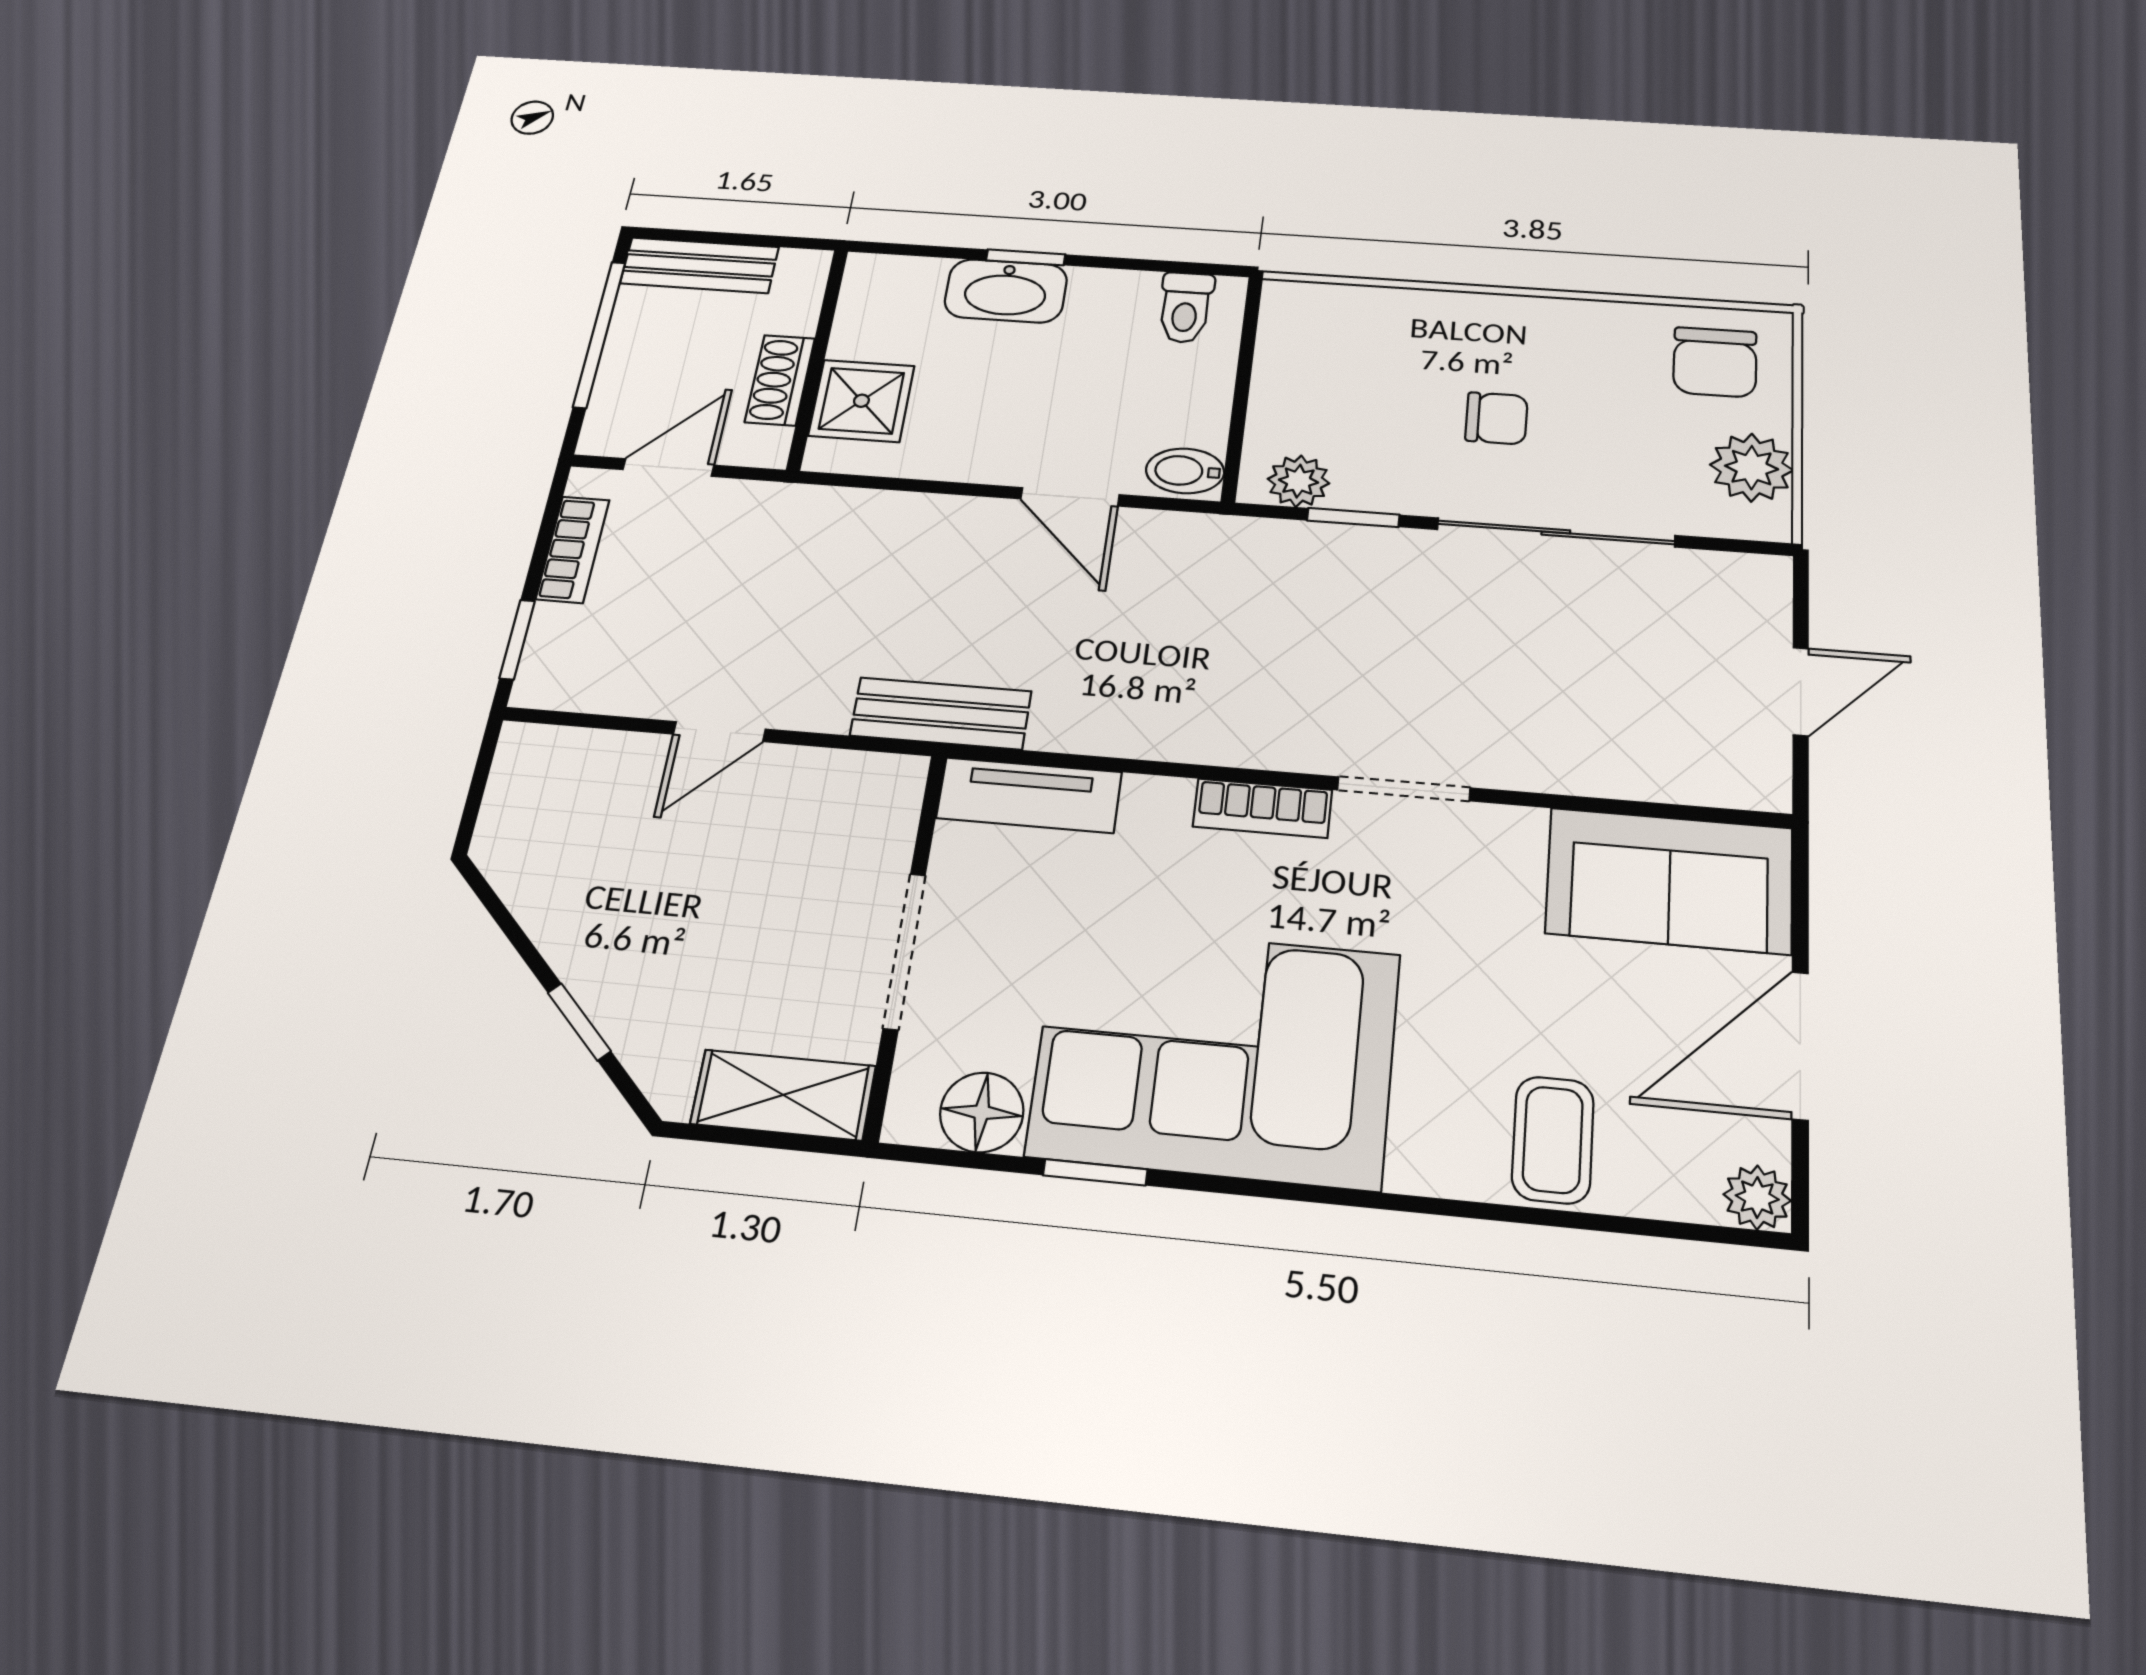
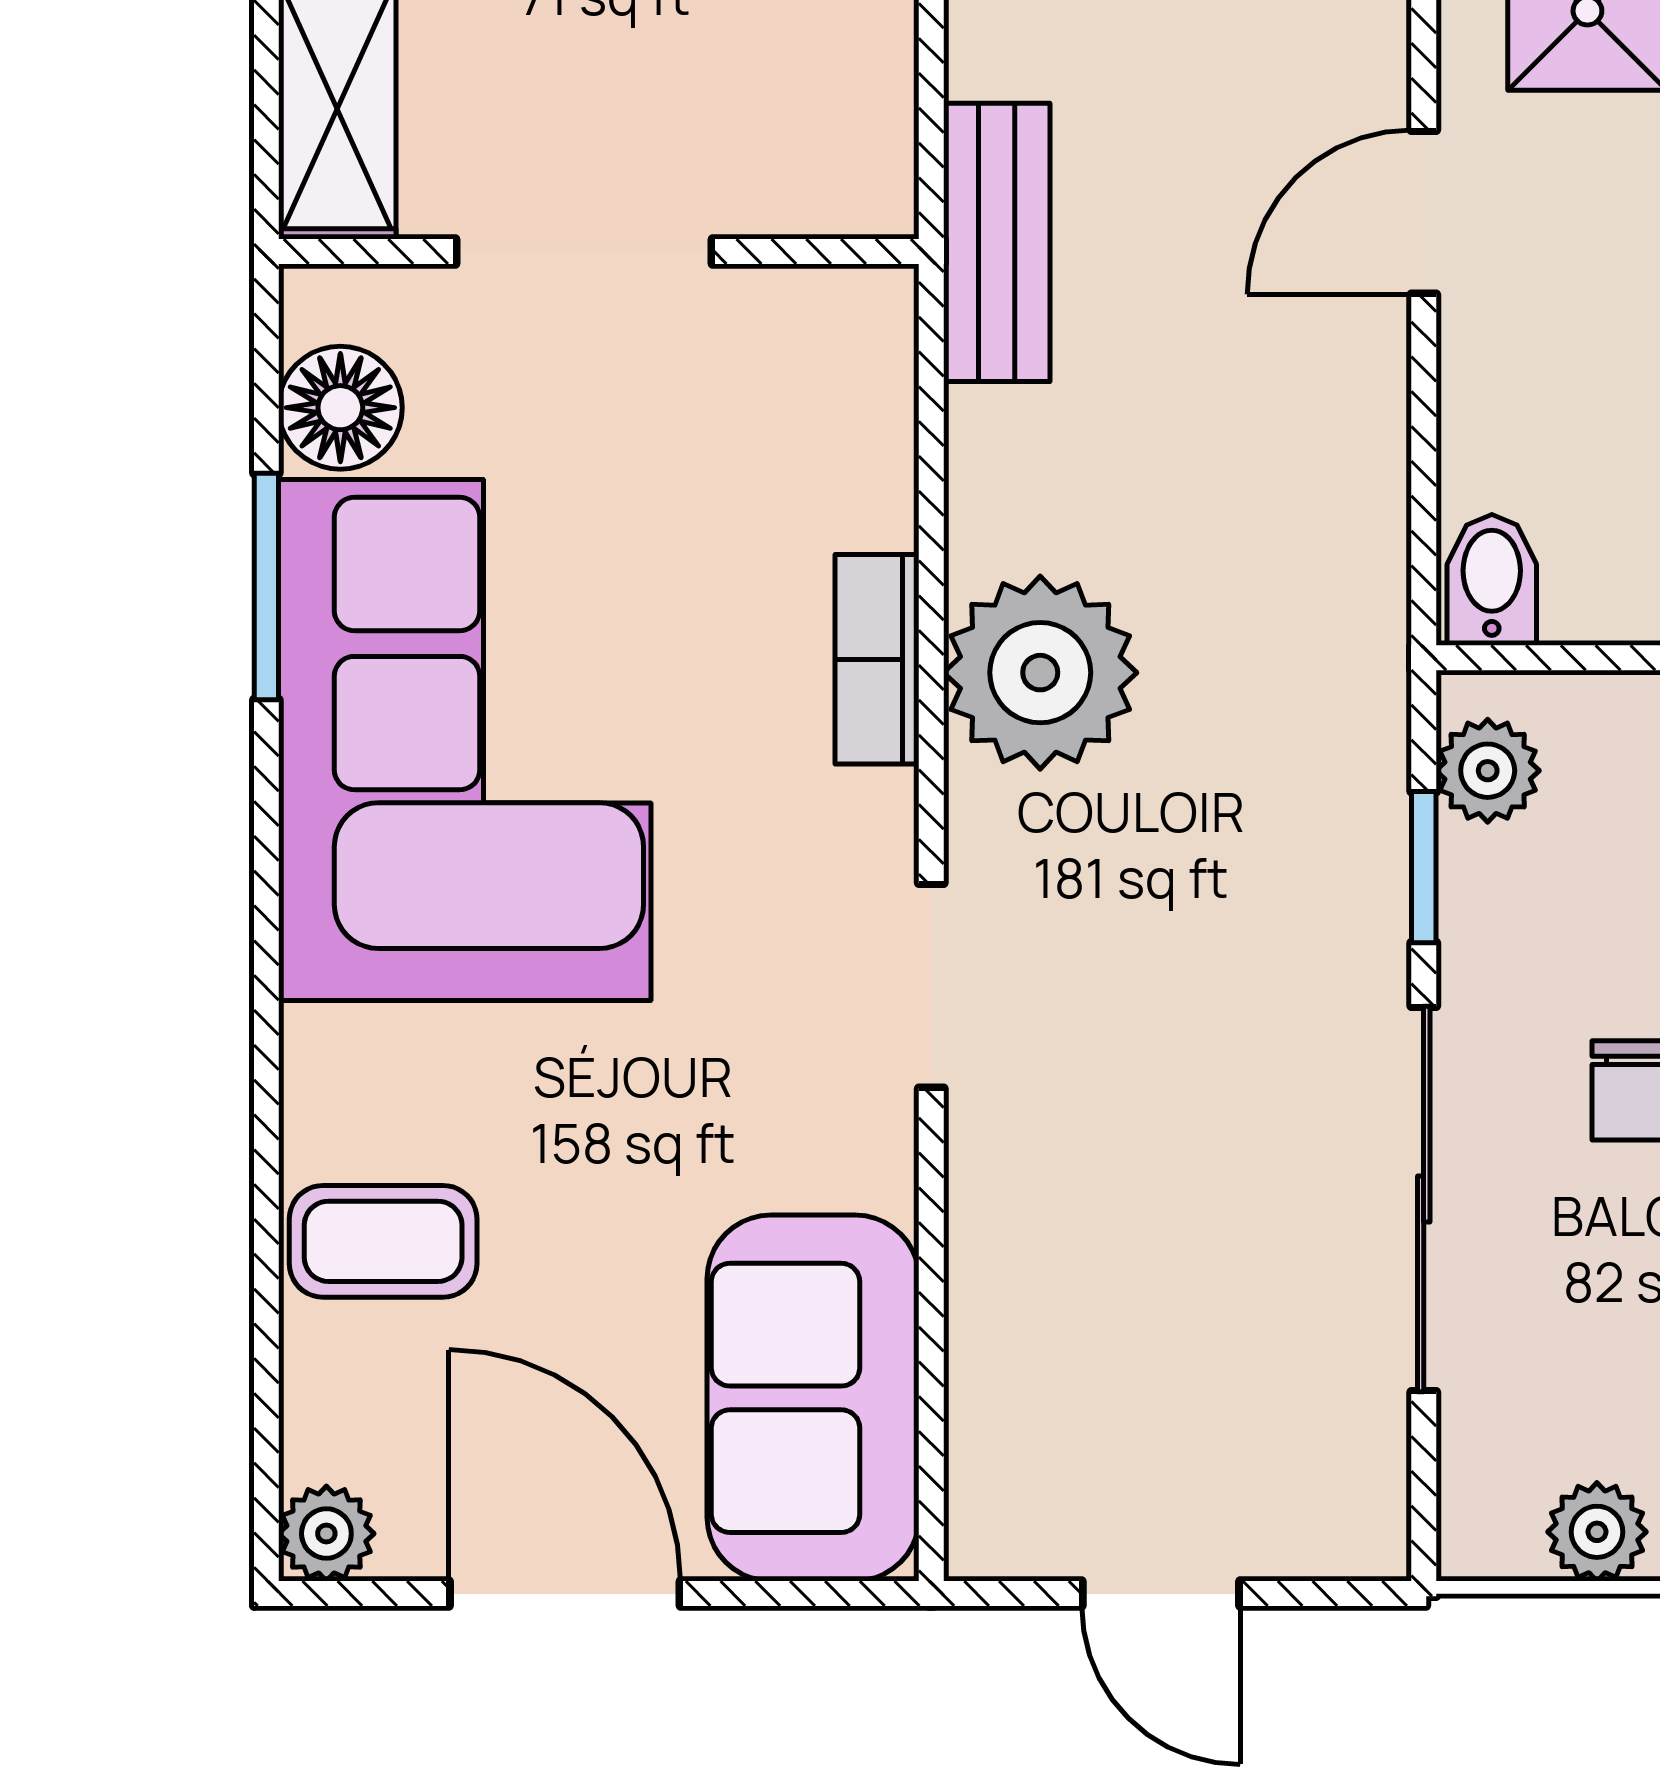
plant: (1752, 468) -> (1597, 1532), width x0.73, depth x0.73
door: (1070, 497) -> (1424, 212), moved
plant: (1211, 711) -> (1040, 673), added
tv unit: (1029, 795) -> (865, 404), removed
bookcase: (1262, 808) -> (877, 659), moved
window: (1095, 1172) -> (266, 586), width x1.50

